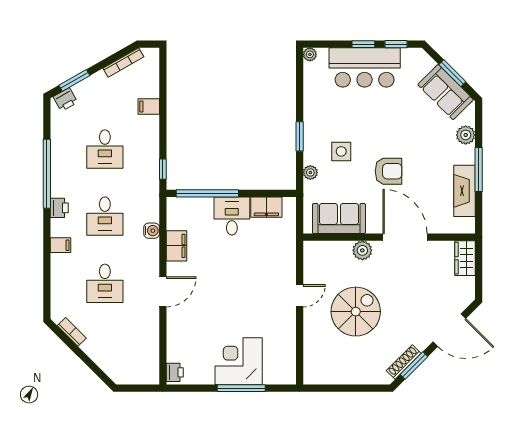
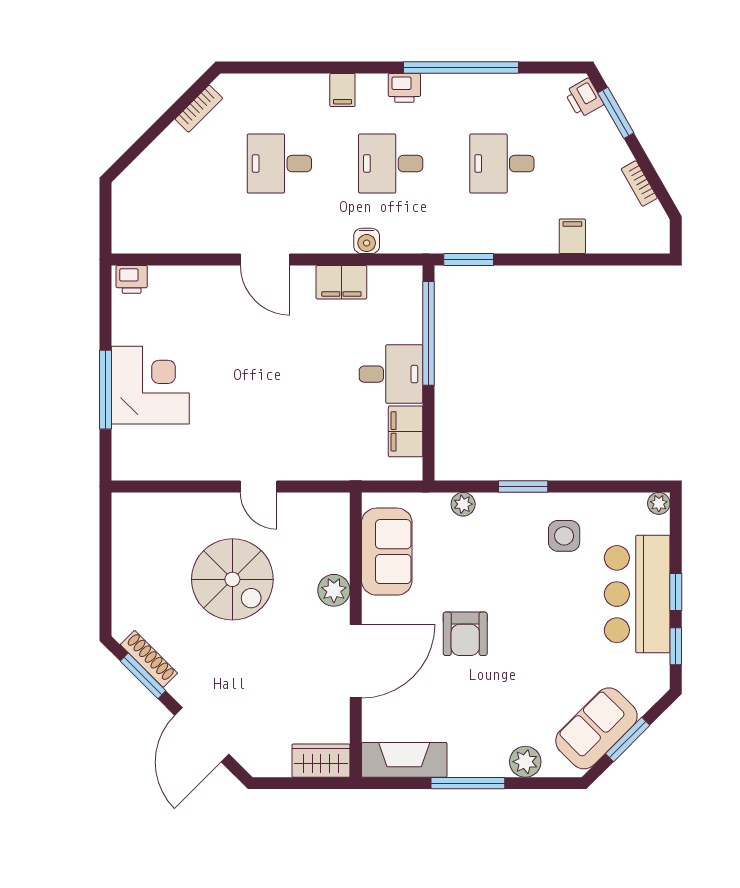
bookcase: (123, 63) -> (639, 183), width x0.64
side table: (341, 151) -> (564, 536), moved
window: (163, 169) -> (469, 260), width x1.50
fireplace: (465, 191) -> (404, 760), moved

